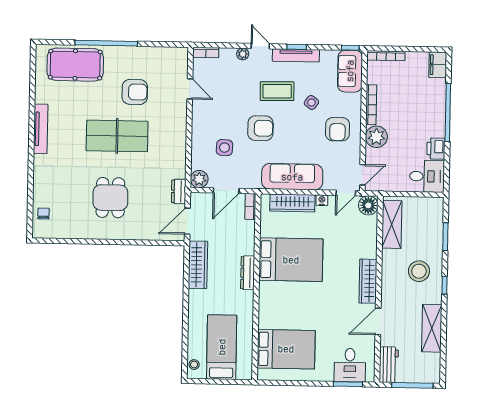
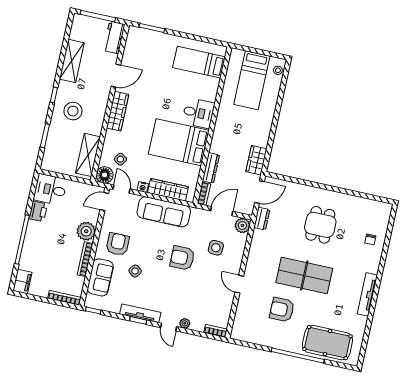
sofa: (350, 71) -> (100, 277), moved
door: (190, 89) -> (239, 284), moved
coffee table: (277, 91) -> (162, 286), removed
door: (346, 193) -> (121, 189), hinge flipped
chair: (44, 214) -> (370, 239), moved
side table: (354, 227) -> (120, 159), added
wardrobe: (198, 265) -> (256, 160), width x0.67
dresser: (248, 273) -> (211, 168), moved
bed: (286, 349) -> (199, 62), width x0.67
desk: (350, 365) -> (198, 113), moved, turned 90

